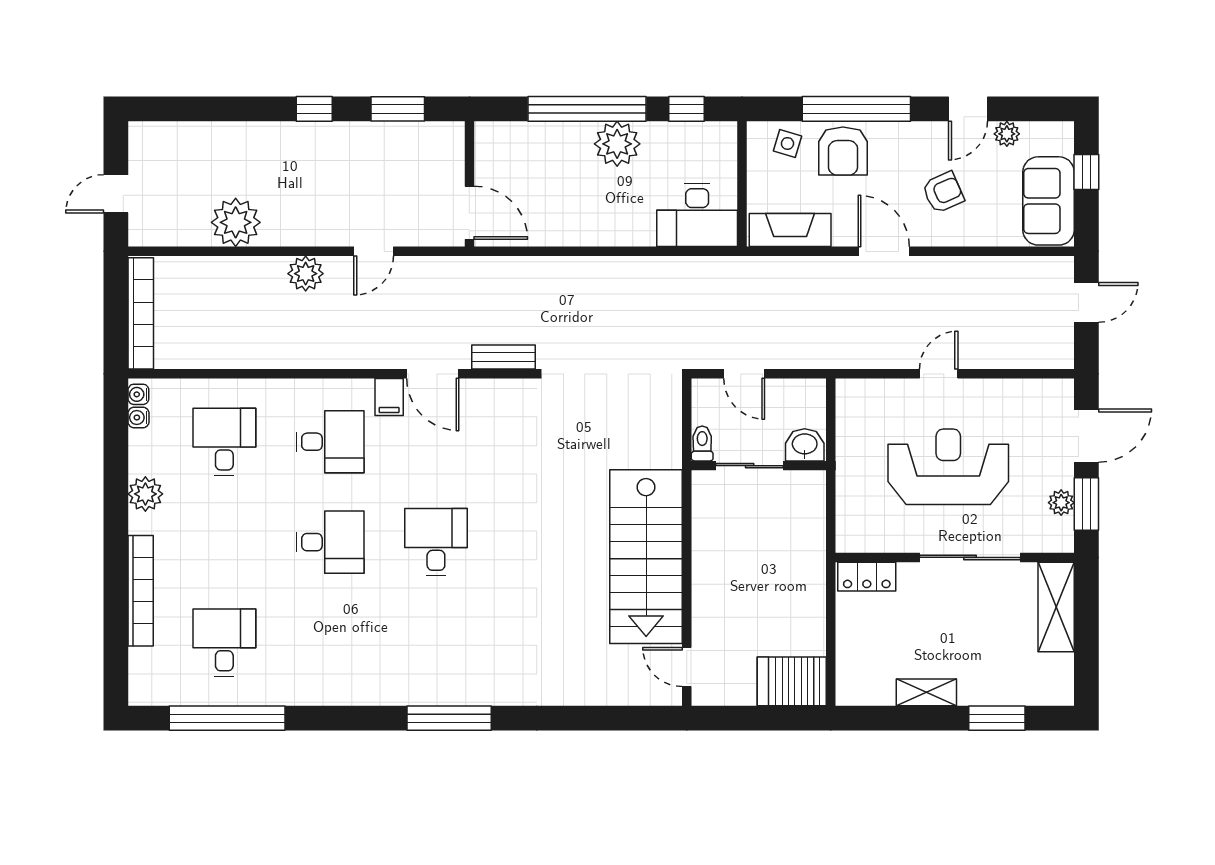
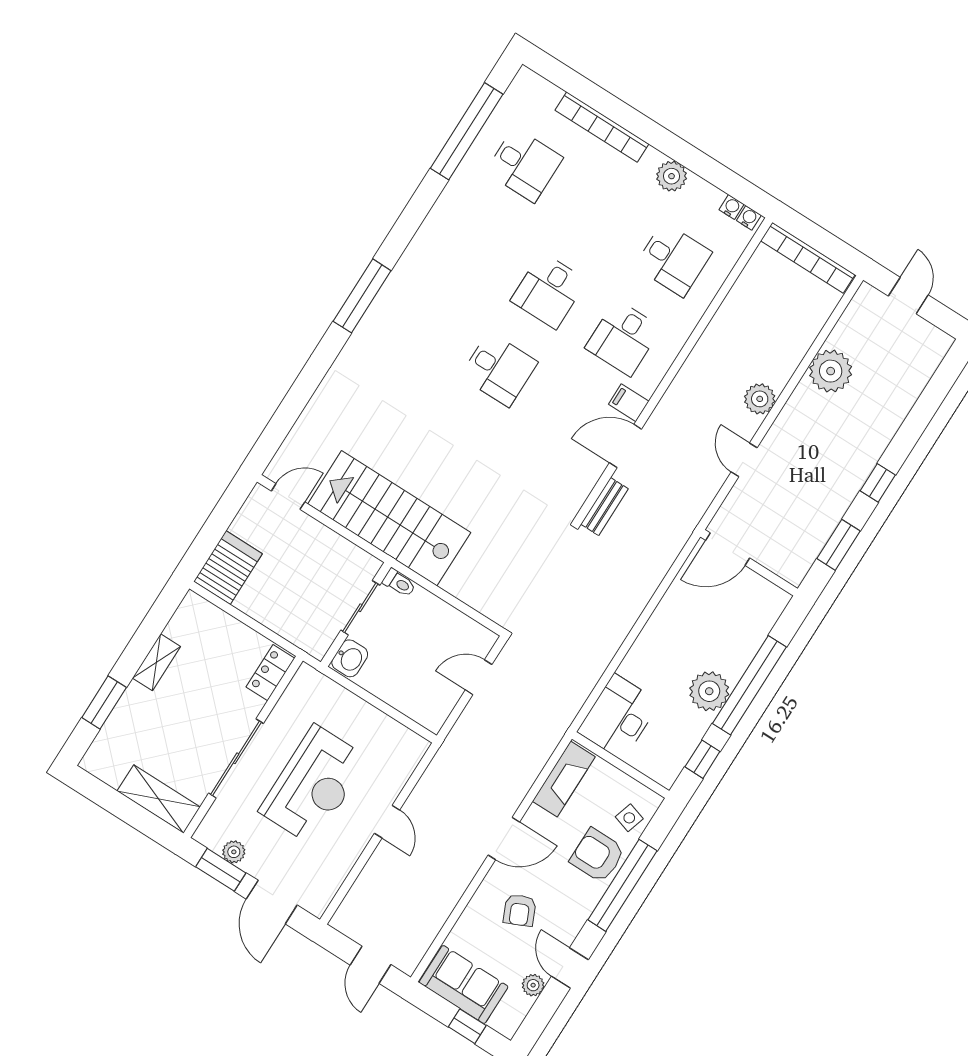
toilet: (702, 443) -> (399, 583), moved
washbasin: (805, 445) -> (350, 658), moved
sliding door: (750, 466) -> (360, 608), moved
wall: (759, 466) -> (356, 614), moved

